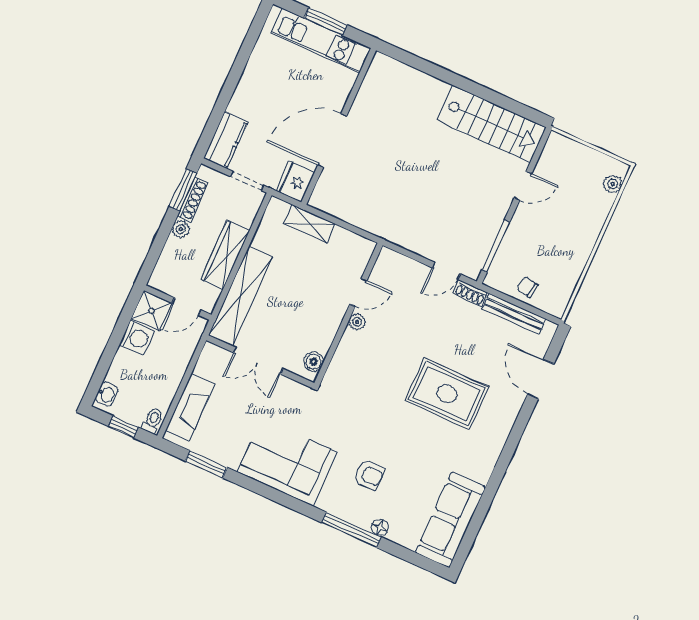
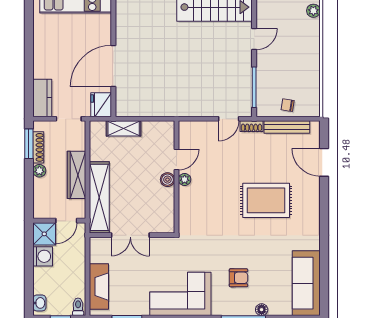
boiler: (313, 362) -> (167, 180), moved

